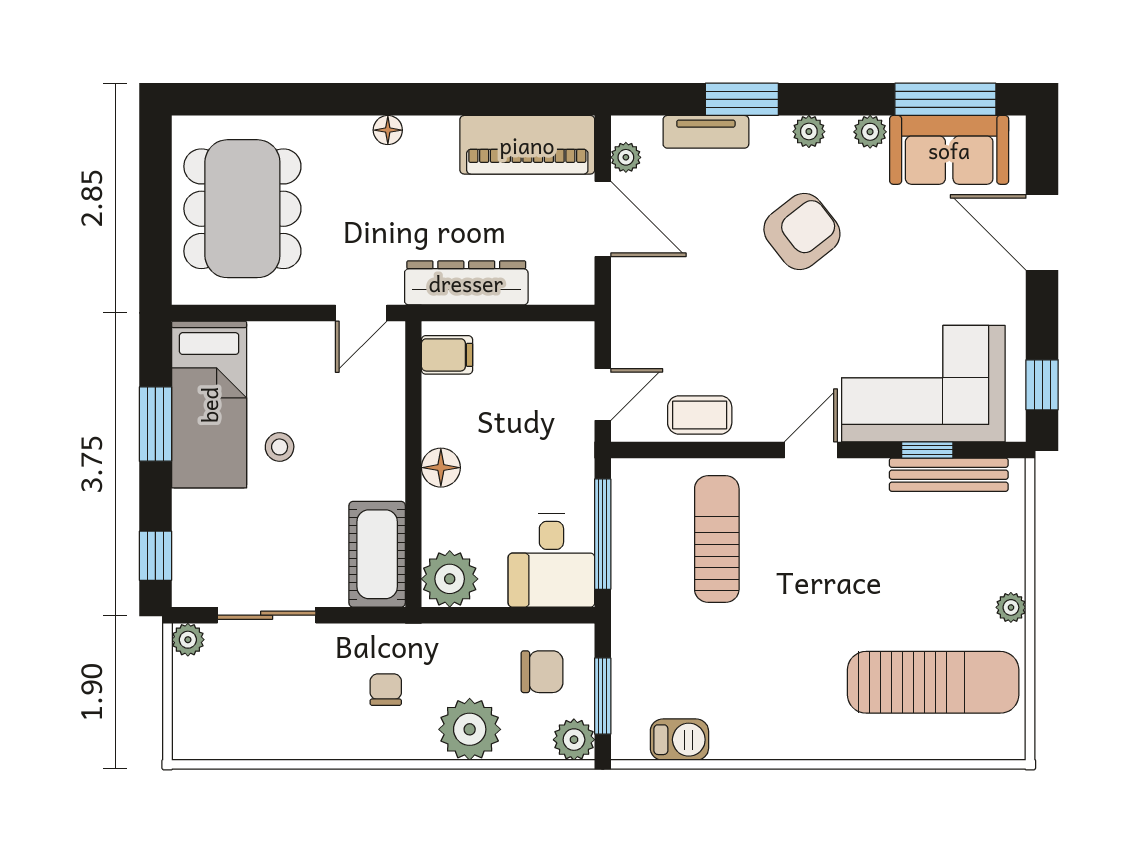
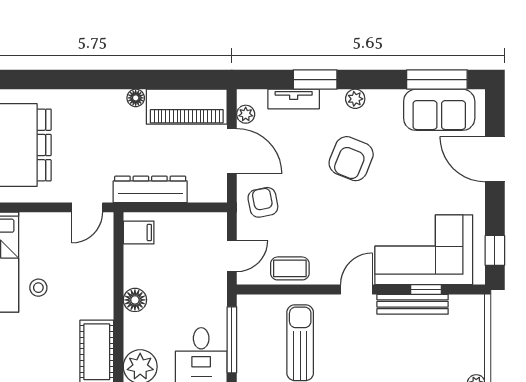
floor lamp: (388, 130) -> (136, 98), moved
plant: (870, 132) -> (392, 99), removed
armchair: (802, 231) -> (351, 159), turned 150
armchair: (655, 305) -> (263, 202), added
bench: (949, 475) -> (413, 304), moved

